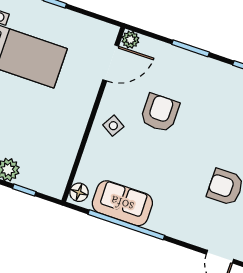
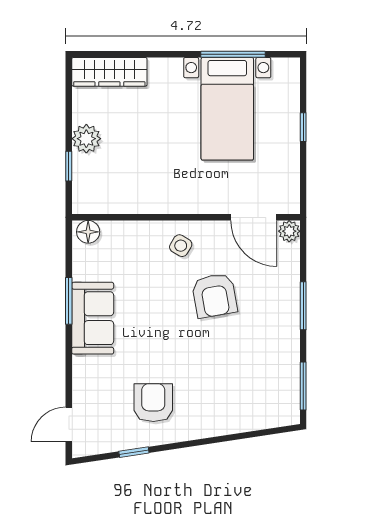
armchair: (160, 113) -> (215, 295), turned 80
sofa: (122, 203) -> (93, 318), moved
window: (126, 225) -> (69, 301), width x0.47

